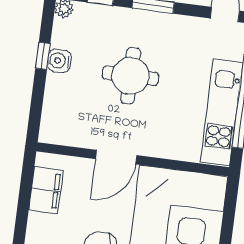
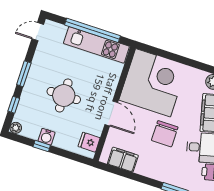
fridge: (64, 130) -> (89, 142), added

